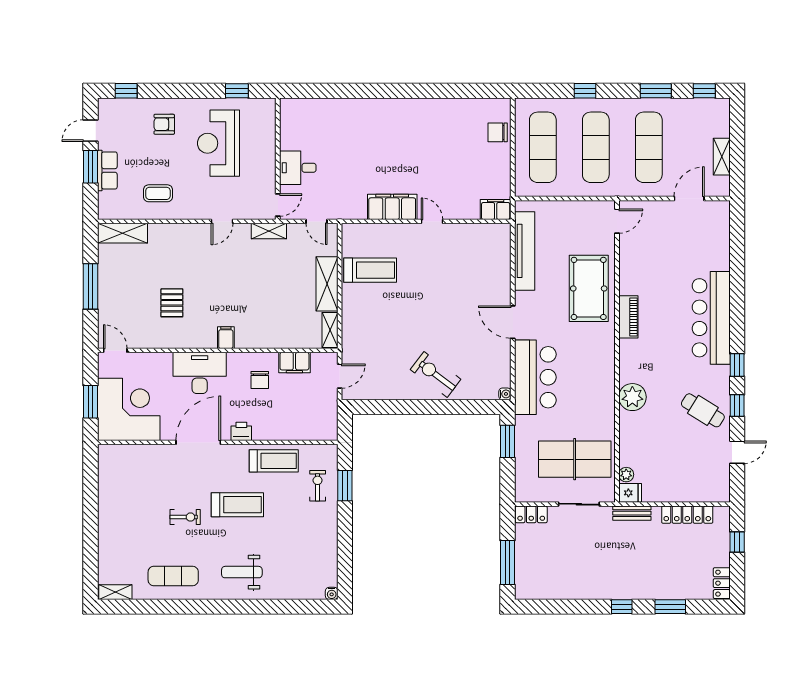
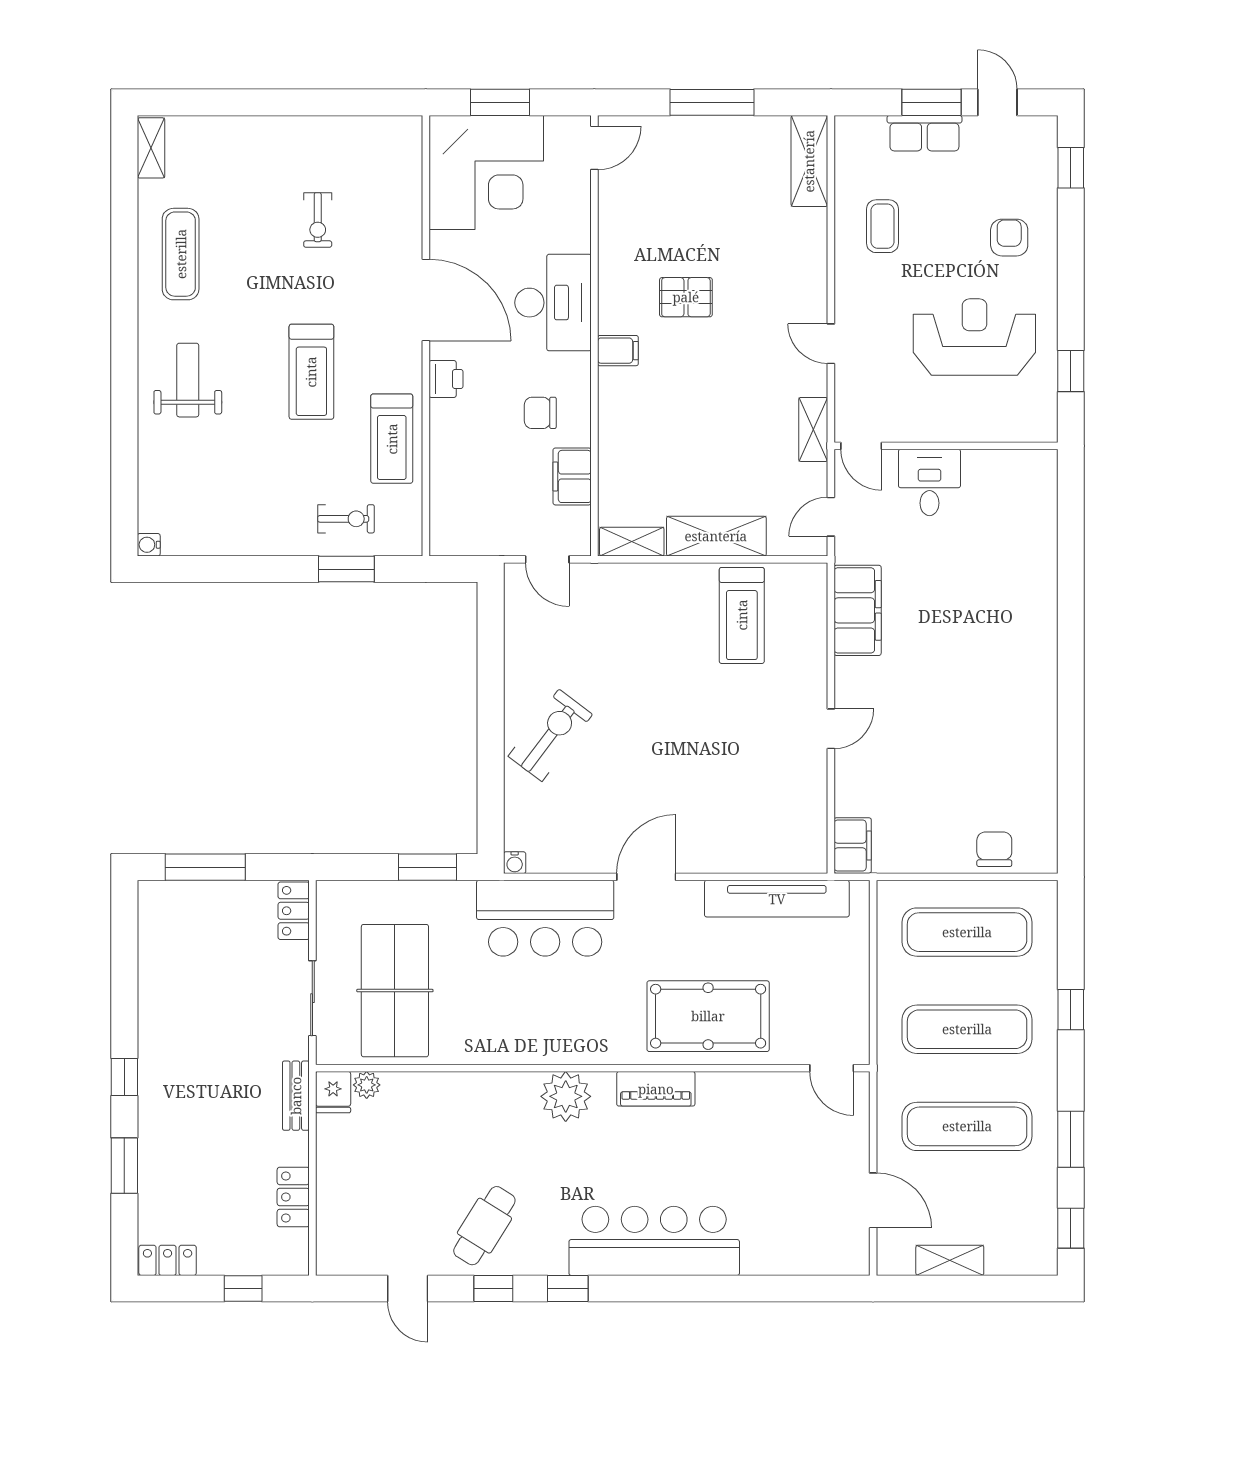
filing cabinet: (392, 207) -> (858, 610), moved
pallet: (172, 303) -> (686, 297), moved
plant: (632, 397) -> (566, 1096), moved
locker: (687, 515) -> (293, 1197), width x0.66
exercise bike: (185, 517) -> (318, 220), moved

